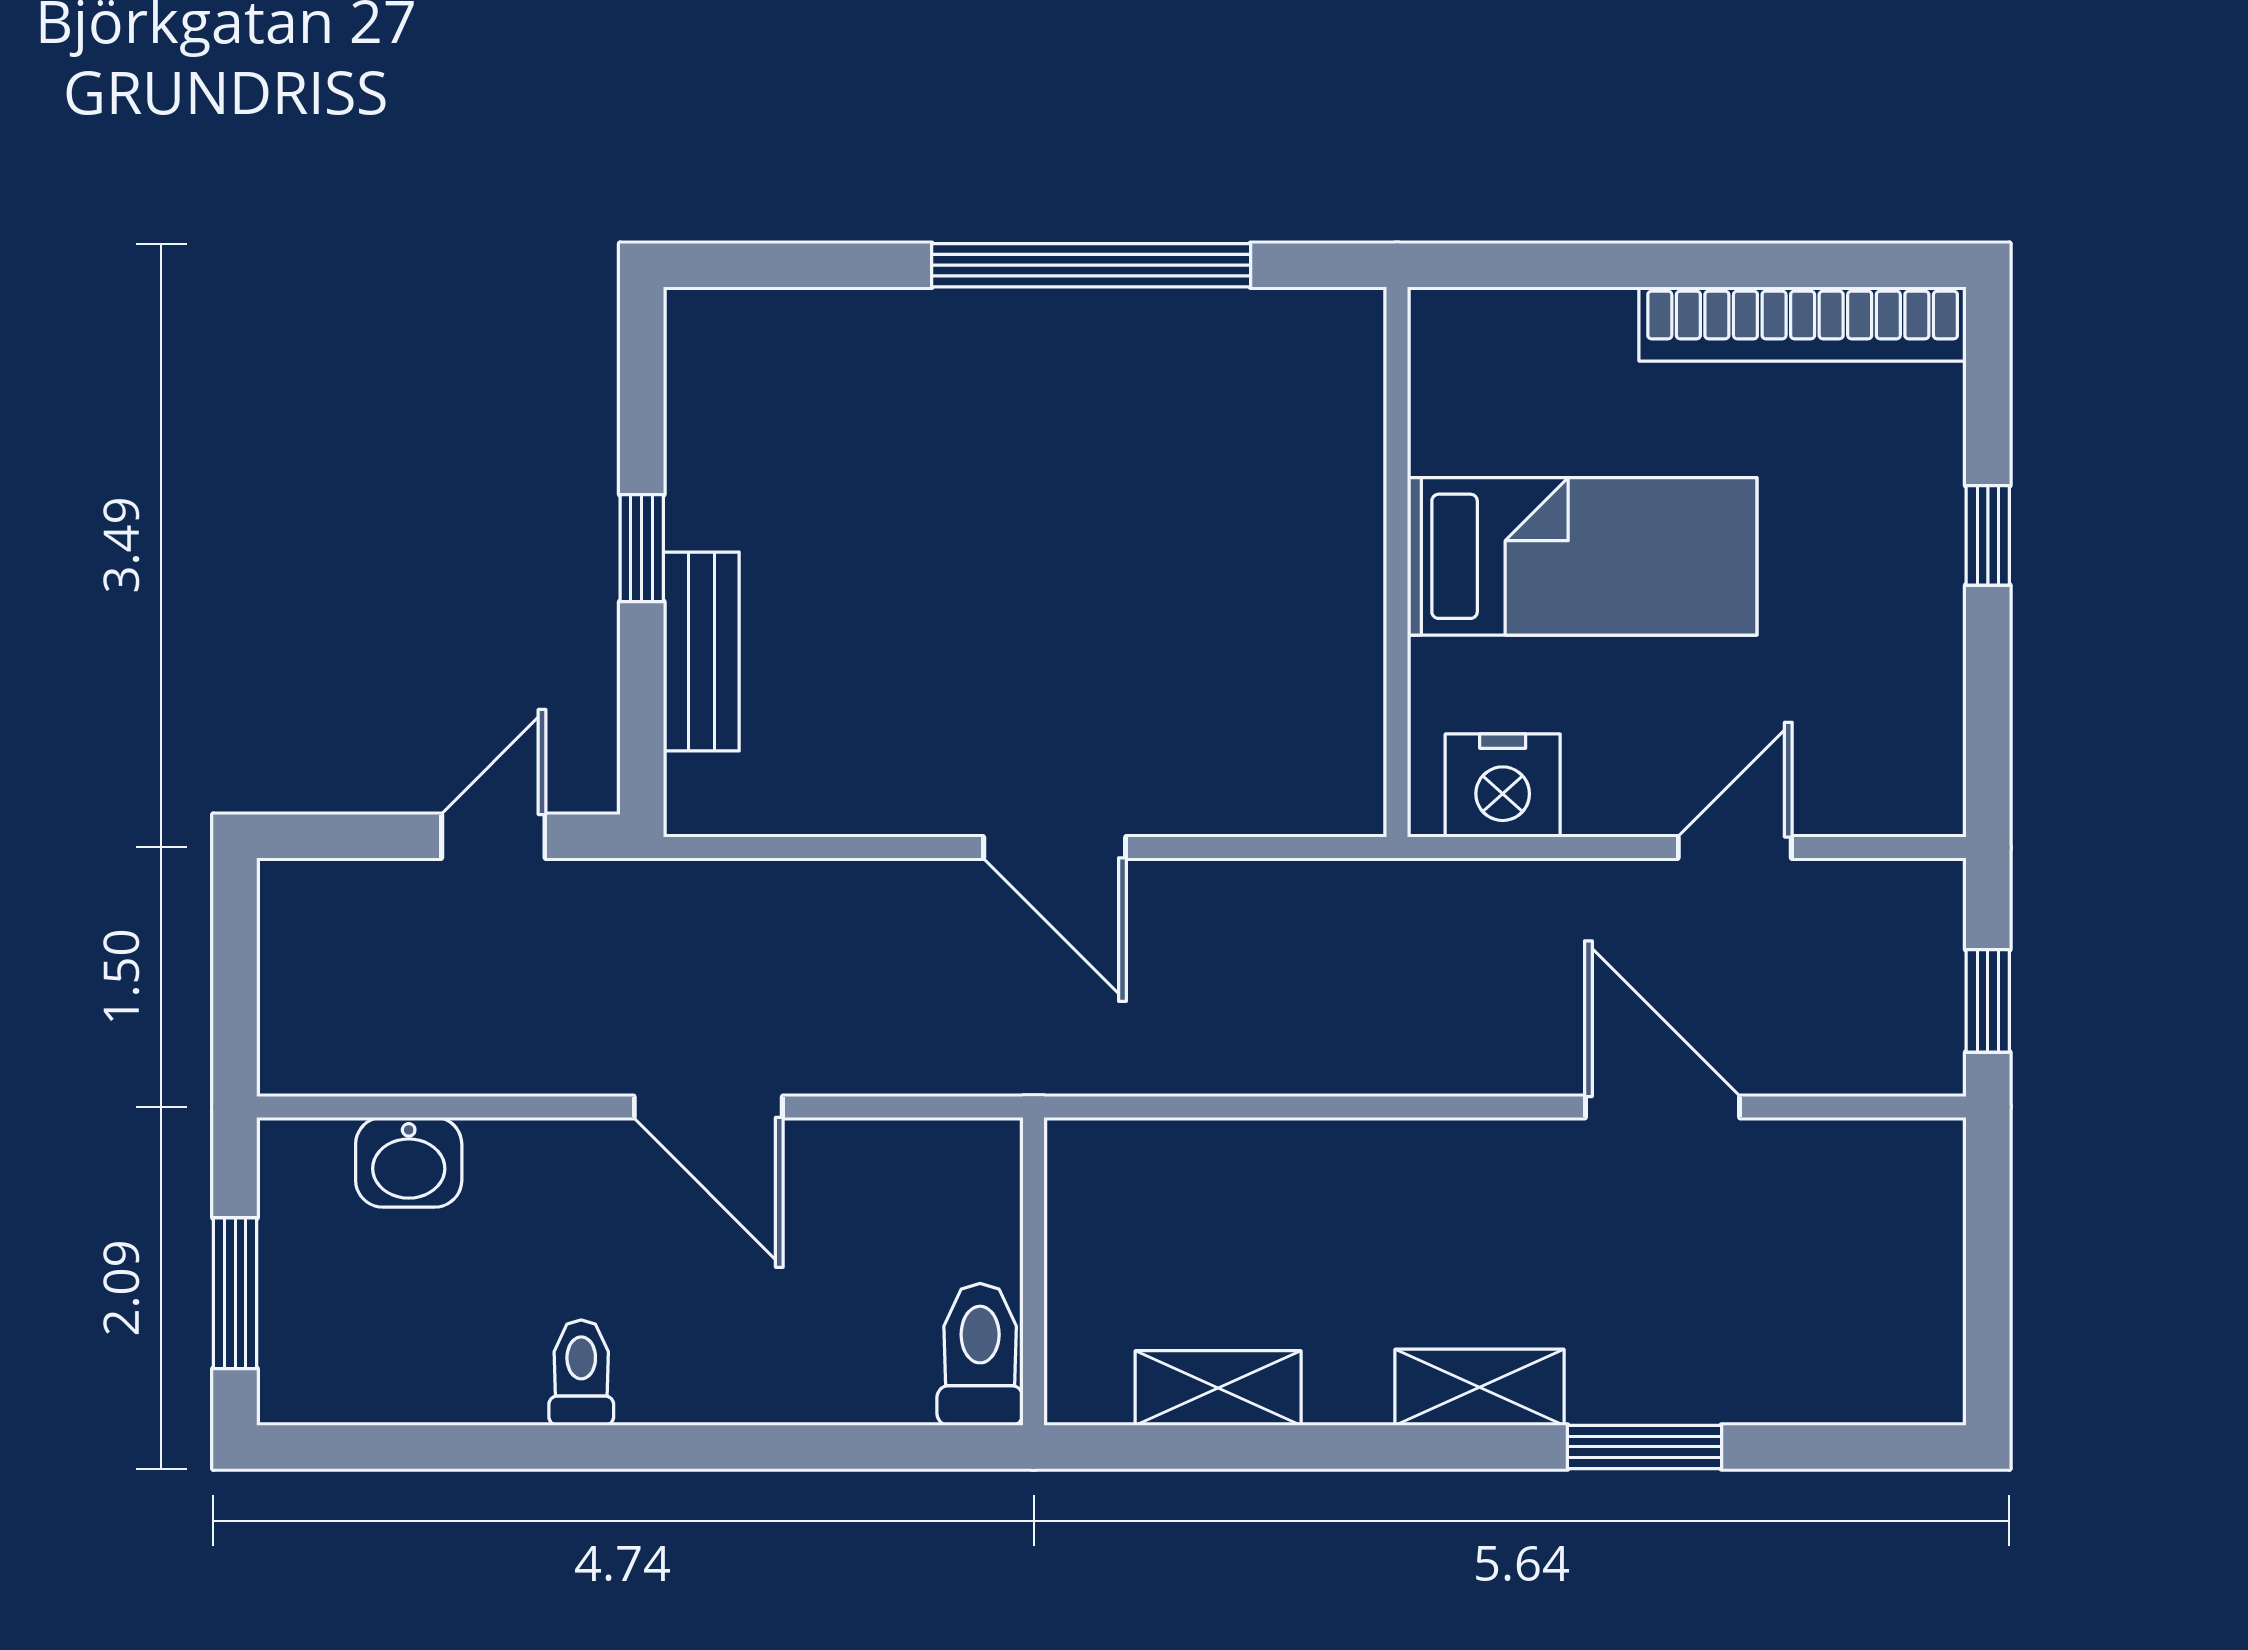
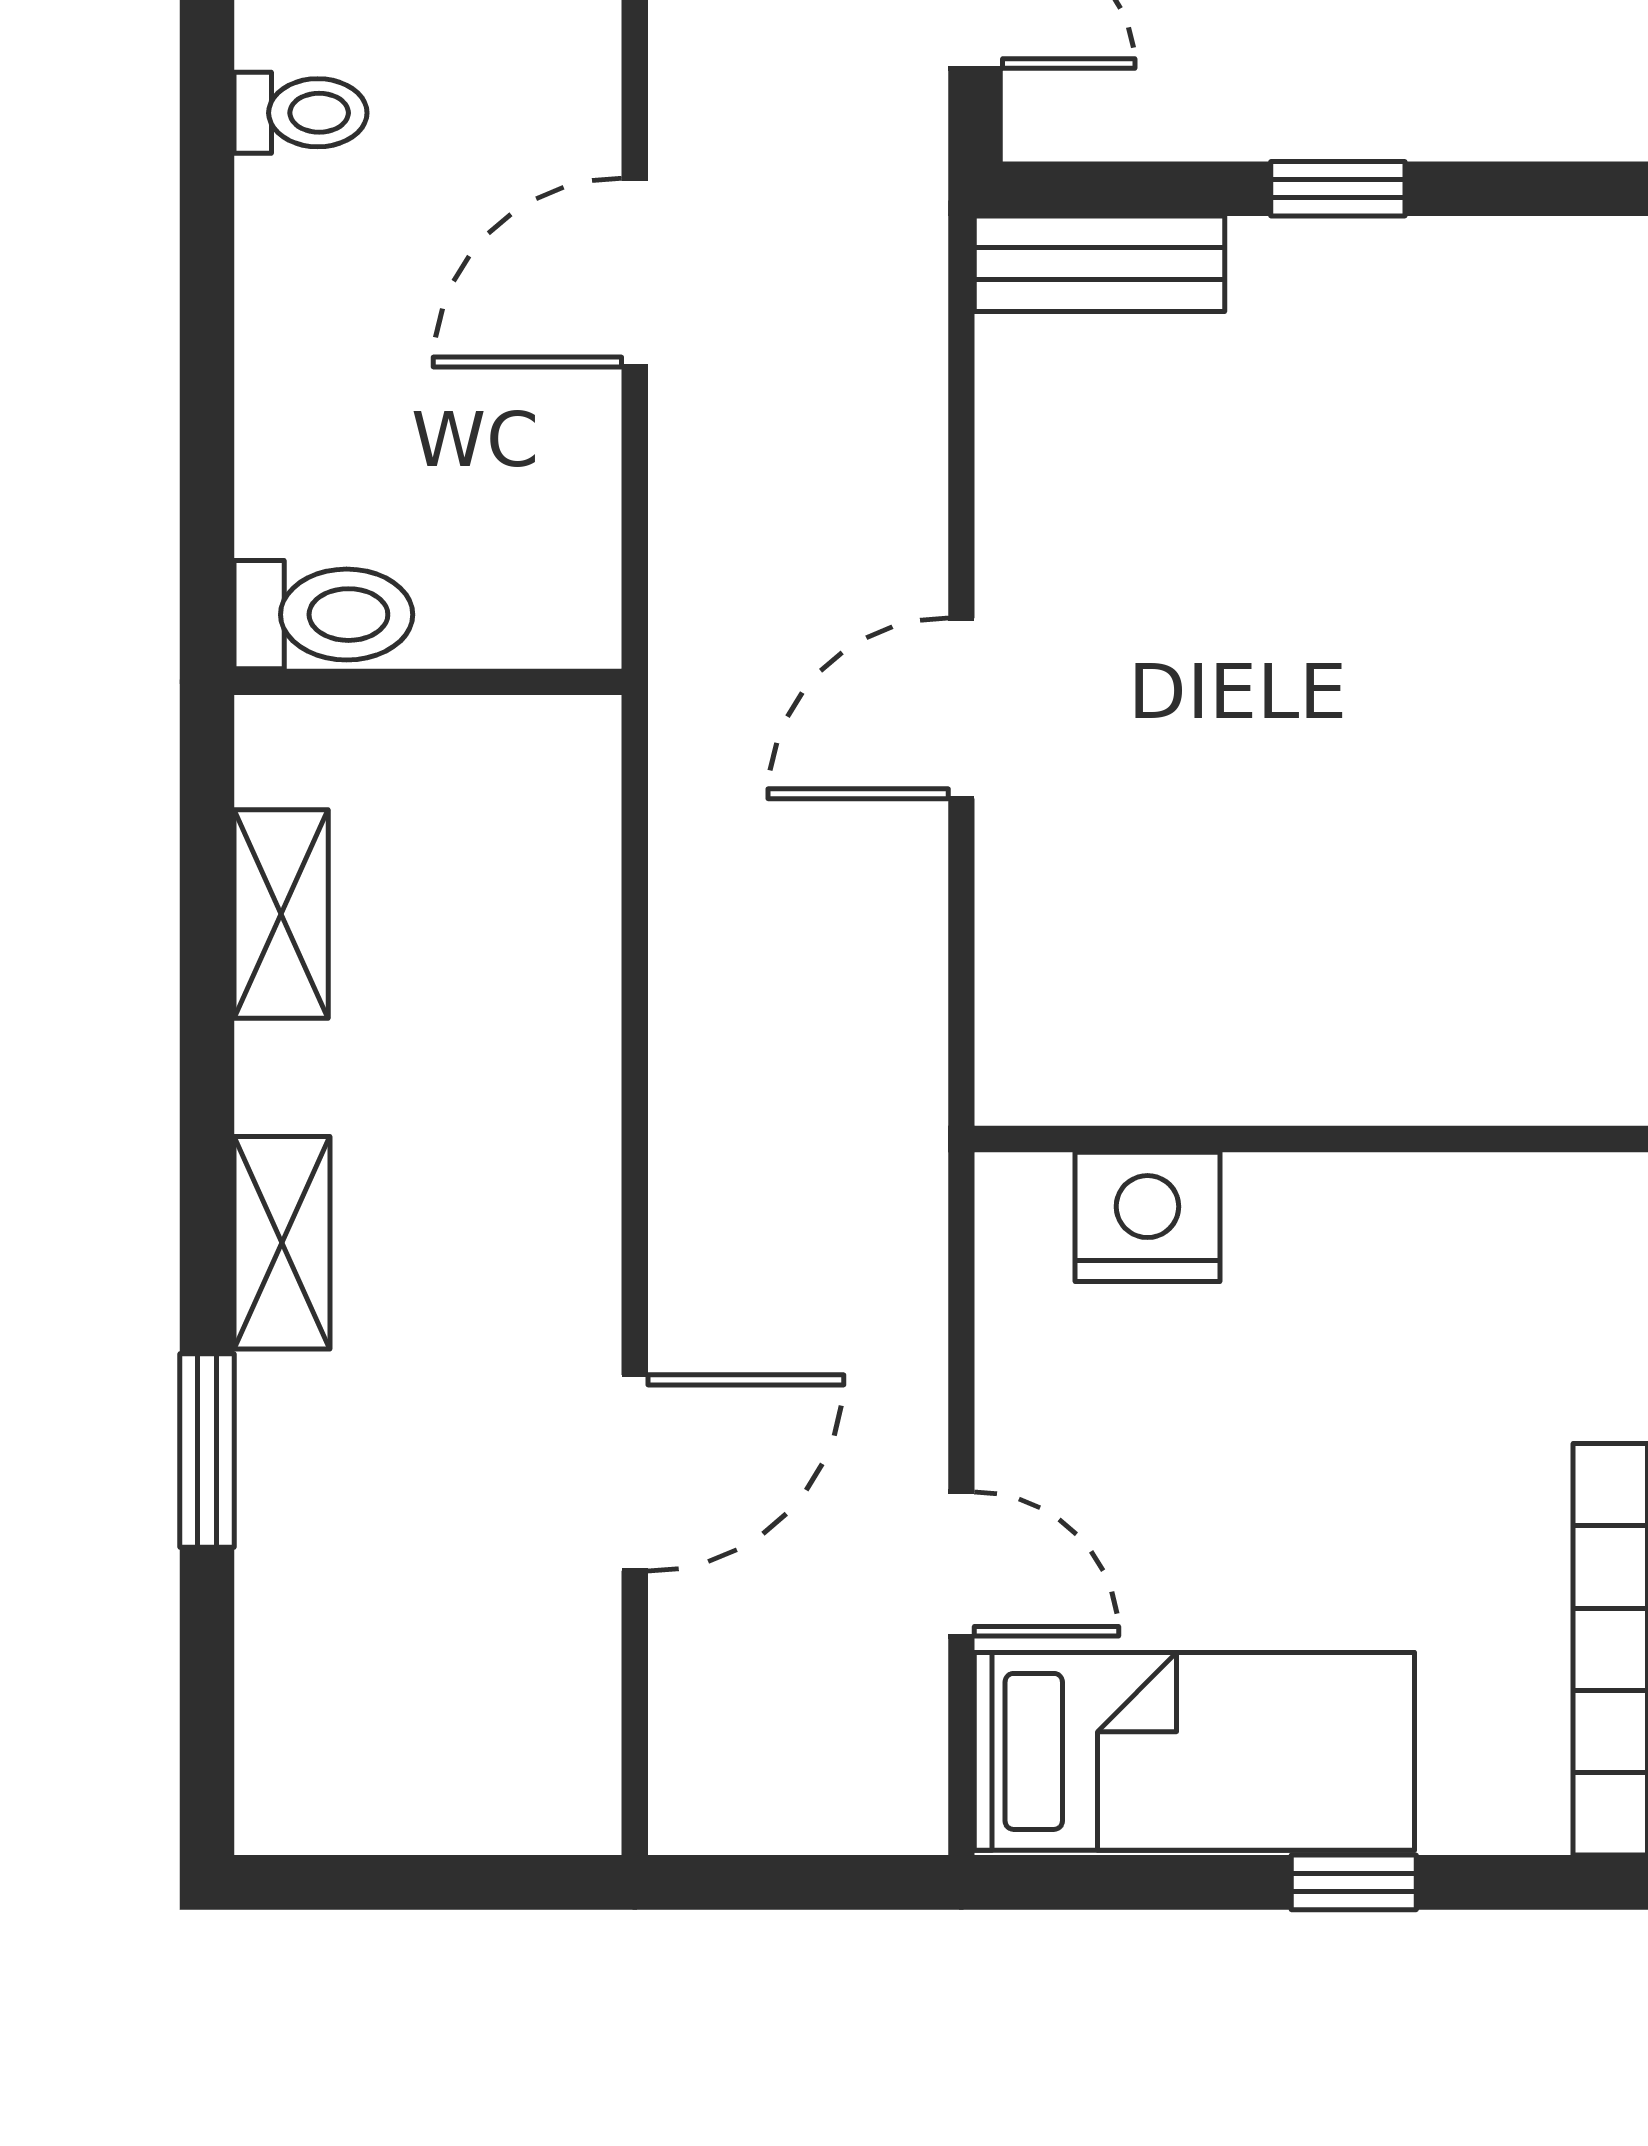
bed: (1582, 556) -> (1194, 1751), moved, turned -90
bench: (701, 652) -> (1099, 264), moved
nightstand: (1503, 785) -> (1147, 1217), moved, turned 90
window: (1988, 1001) -> (768, 1882), removed

